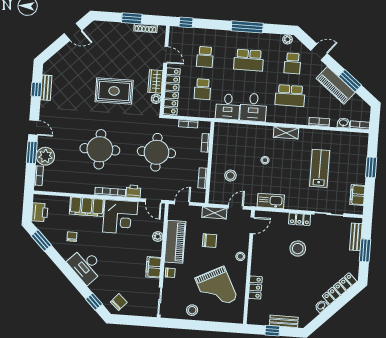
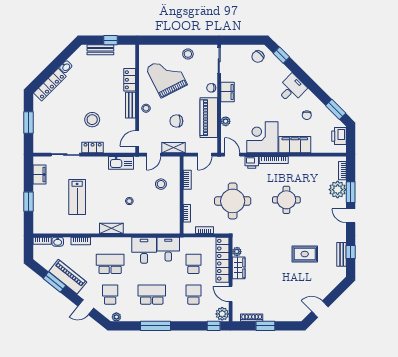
plant: (176, 34) -> (222, 314), added
rug: (114, 91) -> (305, 254), moved, width x0.73, depth x0.70
round table: (100, 149) -> (286, 200), width x0.73, depth x0.73
bench: (356, 237) -> (131, 105), moved
desk: (86, 266) -> (292, 89), width x0.73

